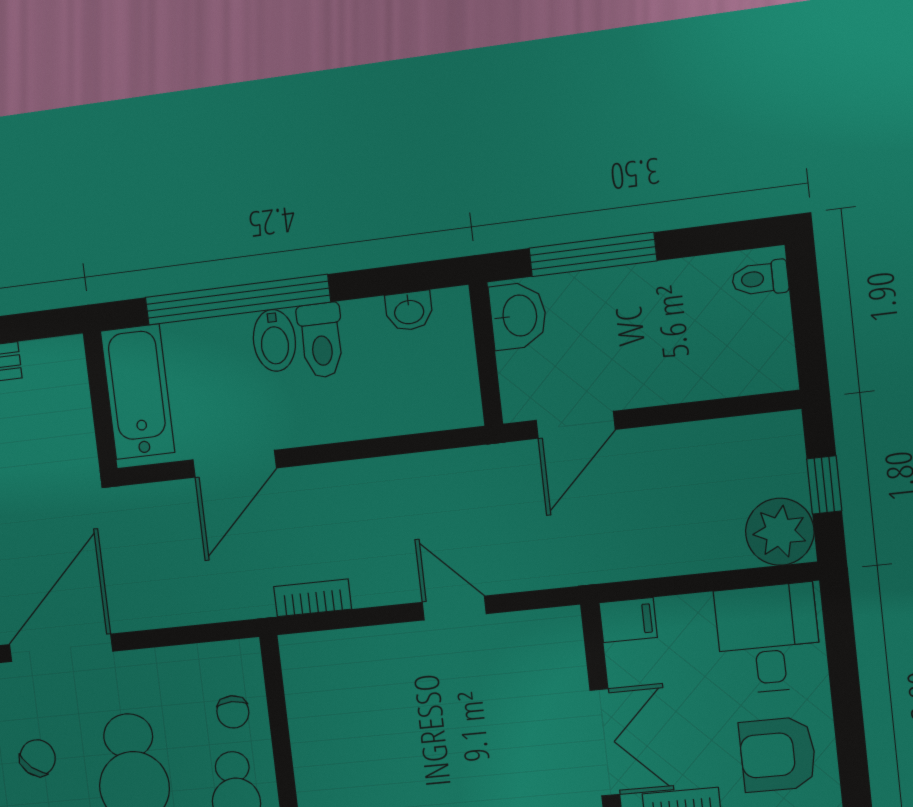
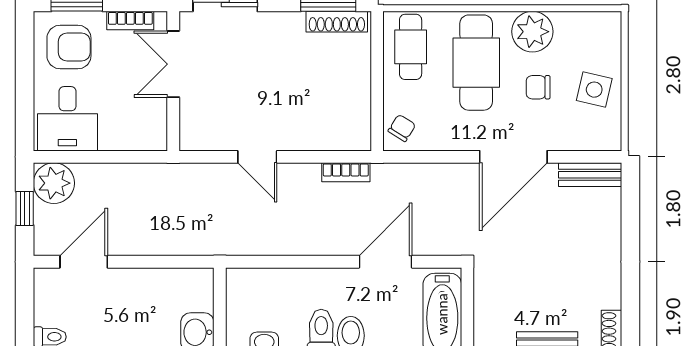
door: (576, 425) -> (84, 262), moved
filing cabinet: (628, 620) -> (151, 139), removed
chair: (233, 712) -> (402, 128), moved, turned 32
chair: (38, 758) -> (538, 87), turned 50

